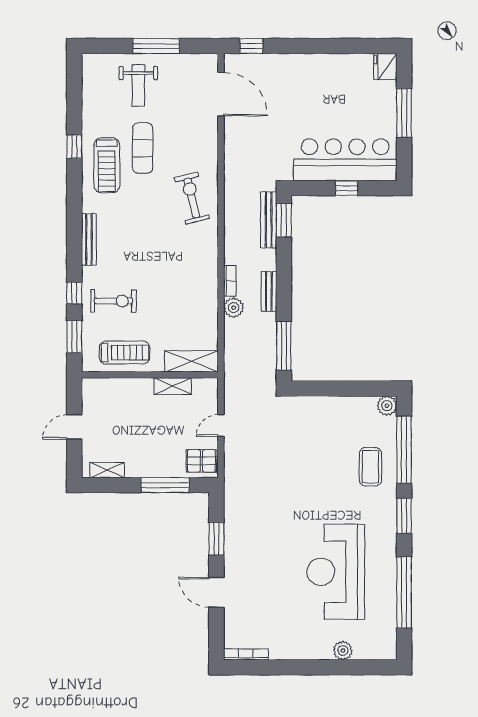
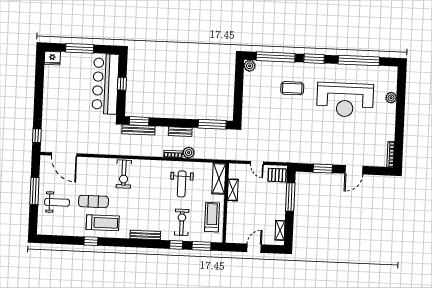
door: (221, 94) -> (64, 154), swing flipped
exercise bike: (192, 198) -> (124, 174), turned -76
weight bench: (179, 298) -> (182, 184), added
door: (74, 427) -> (254, 248), swing flipped
pallet: (201, 461) -> (277, 175), turned 90
coffee table: (370, 467) -> (292, 88), moved

